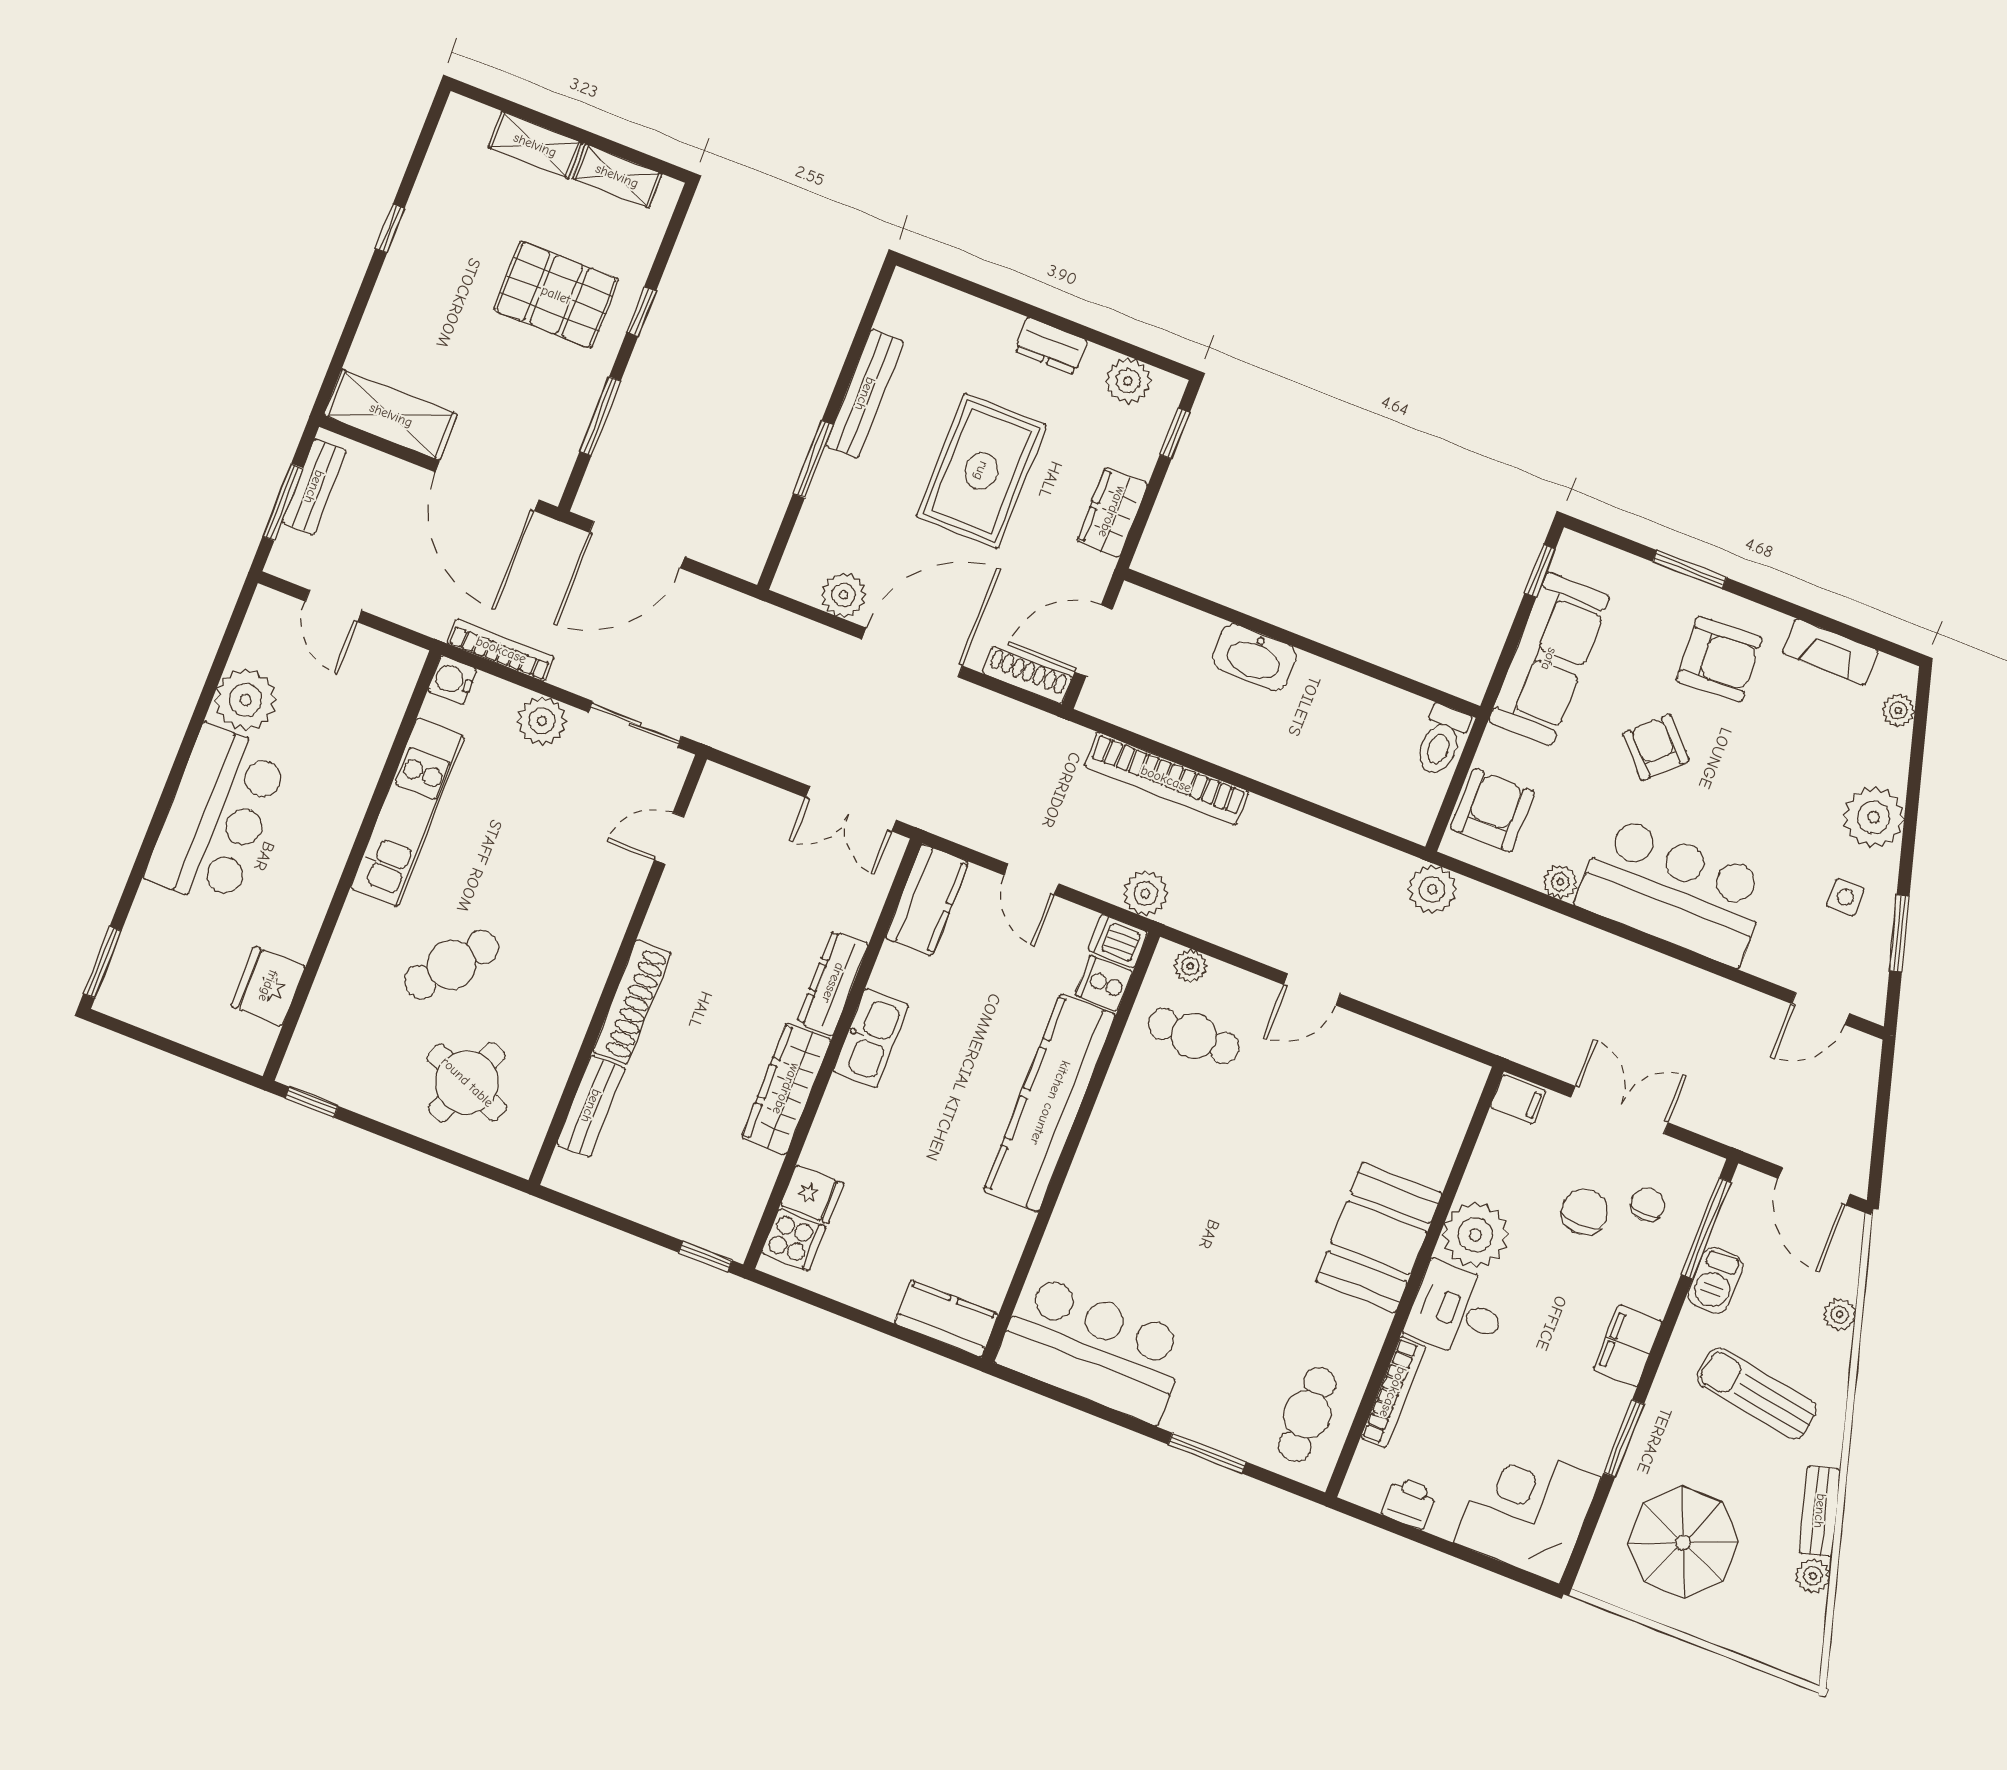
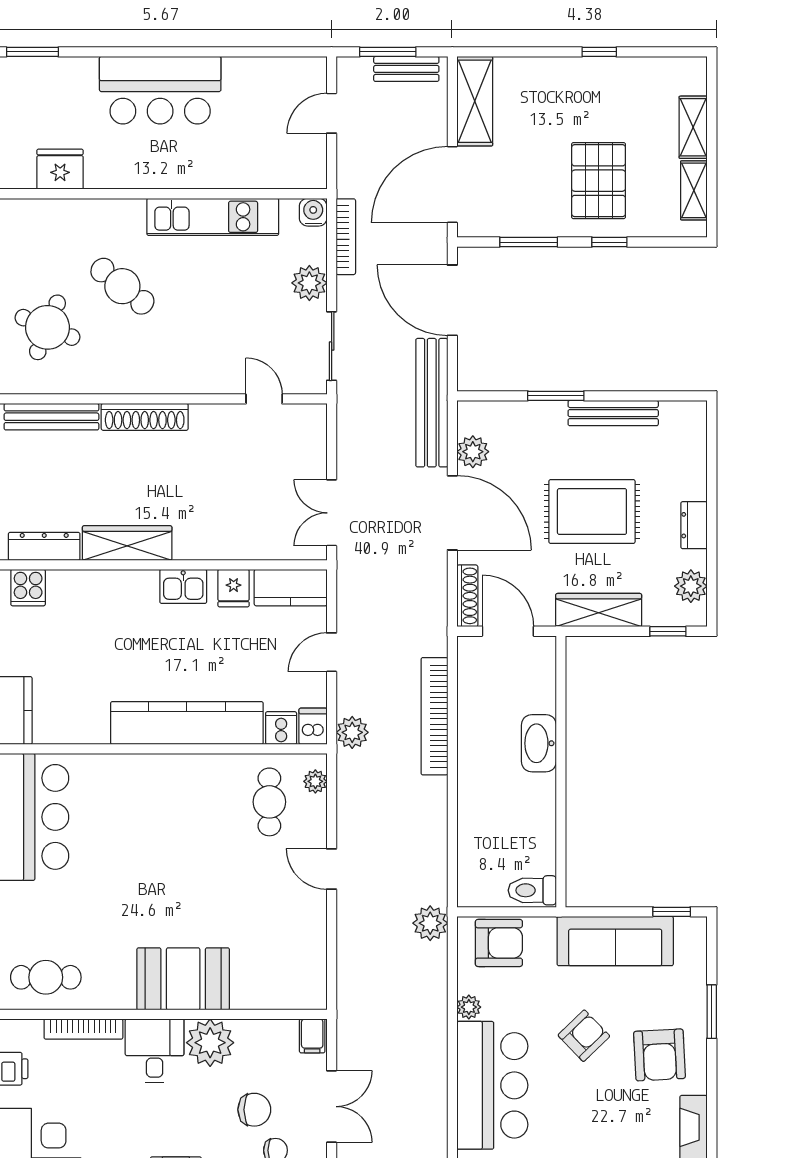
wardrobe: (1112, 512) -> (599, 610), width x1.50
bench: (759, 623) -> (432, 403), added
plant: (245, 700) -> (246, 79), removed
dresser: (833, 983) -> (44, 546), moved
kitchen sink: (871, 1038) -> (183, 586), width x0.73
bench: (591, 1106) -> (51, 417), width x1.36
fridge: (812, 1194) -> (234, 588), moved

